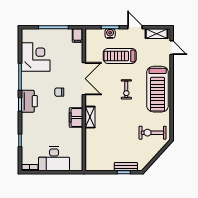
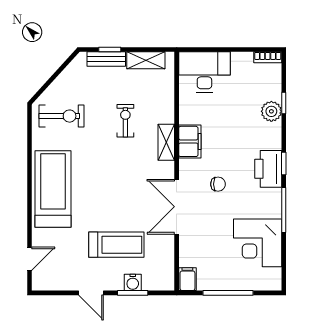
shelving: (157, 34) -> (146, 60), moved
door: (172, 48) -> (30, 259), swing flipped
exercise bike: (126, 89) -> (125, 121), moved
plant: (27, 135) -> (271, 111), added
desk: (54, 159) -> (204, 72), moved

